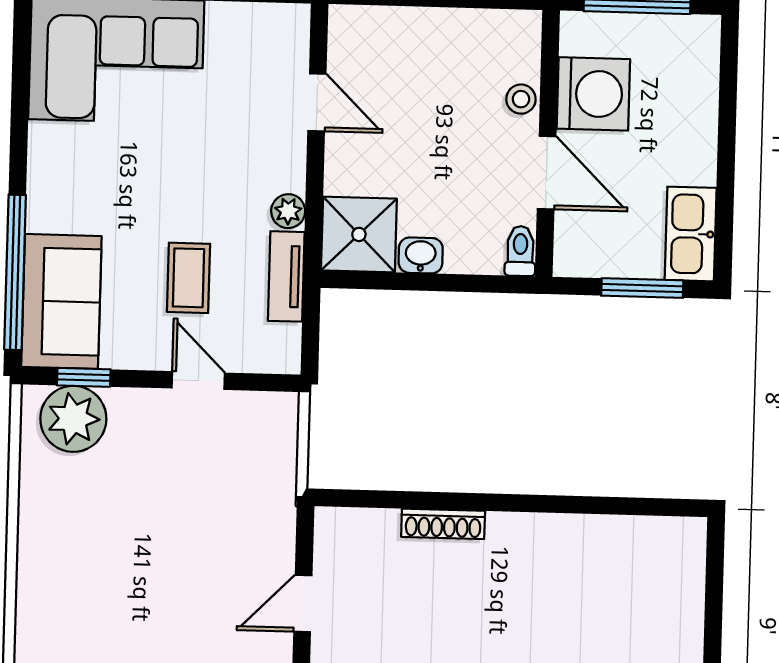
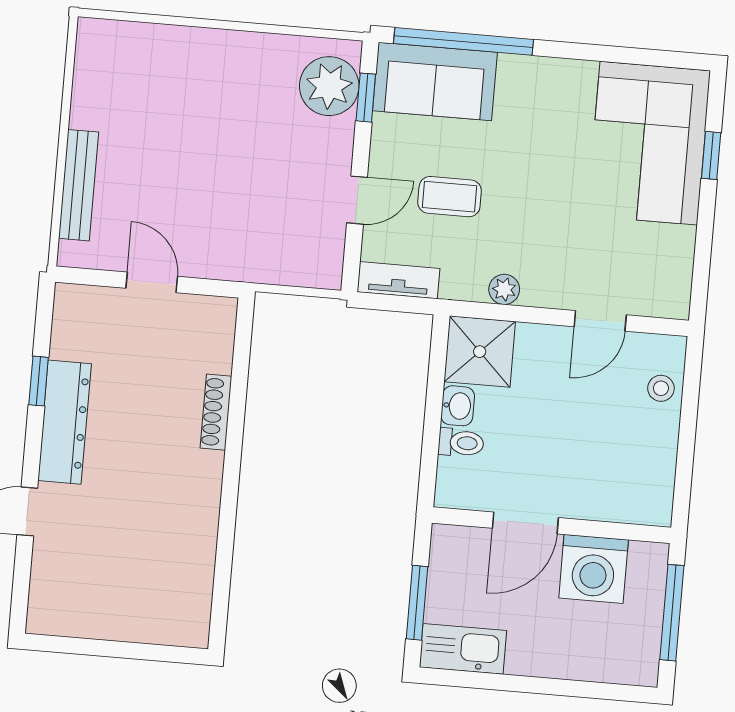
stool: (521, 99) -> (661, 388), moved
toilet: (520, 251) -> (461, 443), moved
tv unit: (286, 276) -> (398, 280), moved

